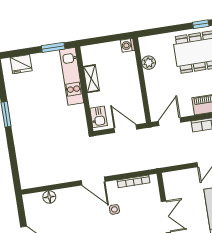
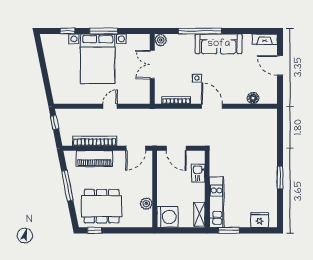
washing machine: (128, 45) -> (168, 217), width x1.89, depth x1.89
shelving: (91, 79) -> (199, 214), moved
kitchen sink: (99, 117) -> (198, 173), moved

